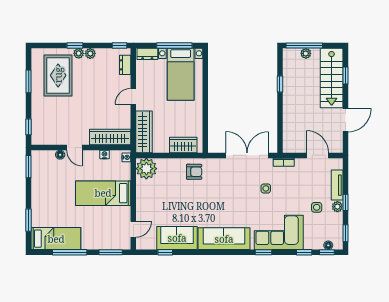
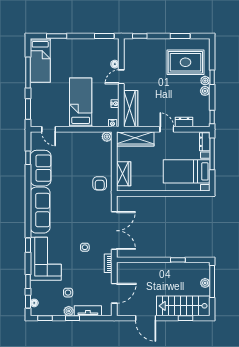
window: (174, 45) -> (212, 154), moved
dresser: (125, 65) -> (184, 122), moved
plant: (146, 169) -> (107, 137), width x0.53, depth x0.53

